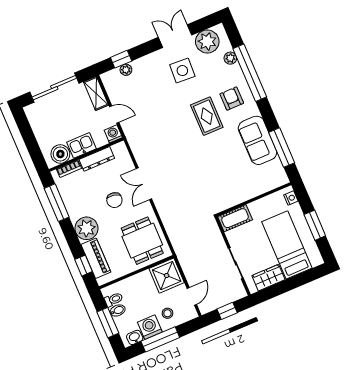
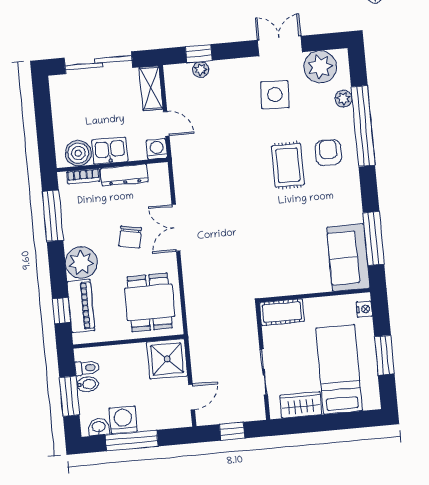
sofa: (257, 140) -> (348, 258), moved
stool: (167, 313) -> (152, 409), removed

